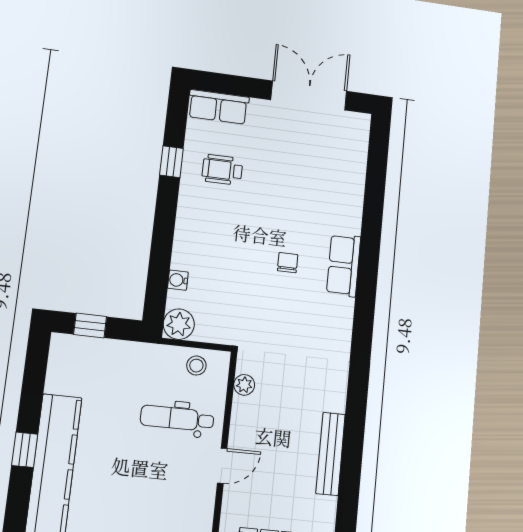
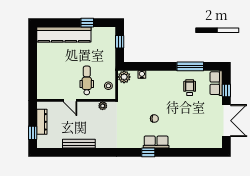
window: (238, 86) -> (226, 91), added
window: (171, 162) -> (190, 66), width x2.17
window: (366, 287) -> (148, 152), added
window: (25, 450) -> (87, 23), moved

